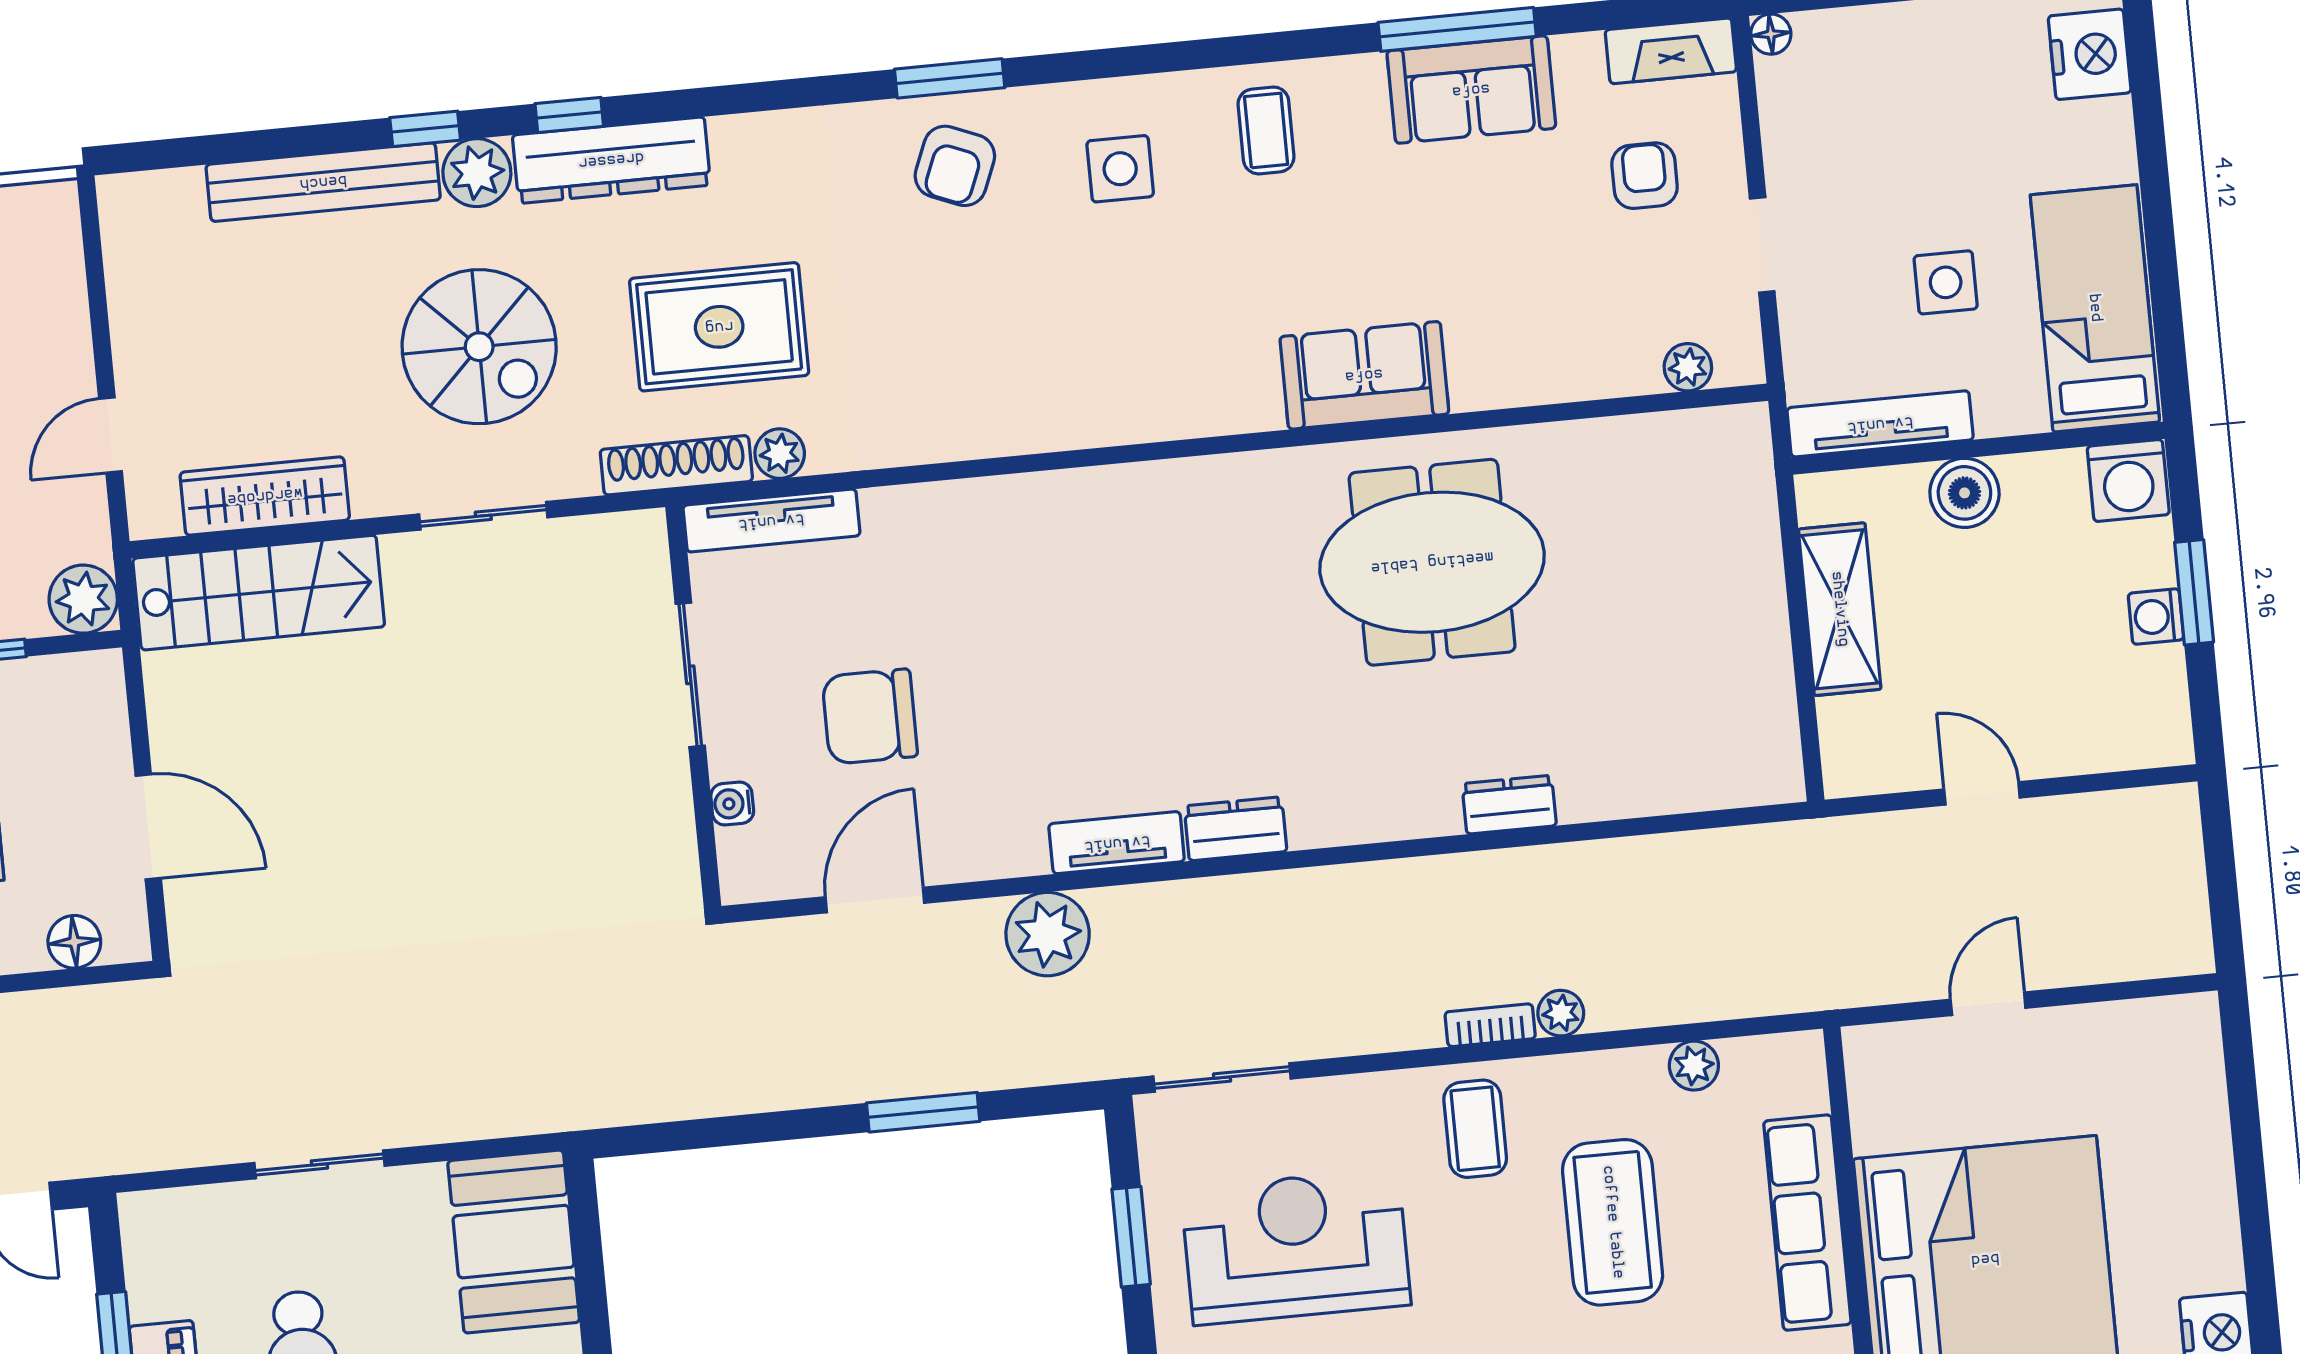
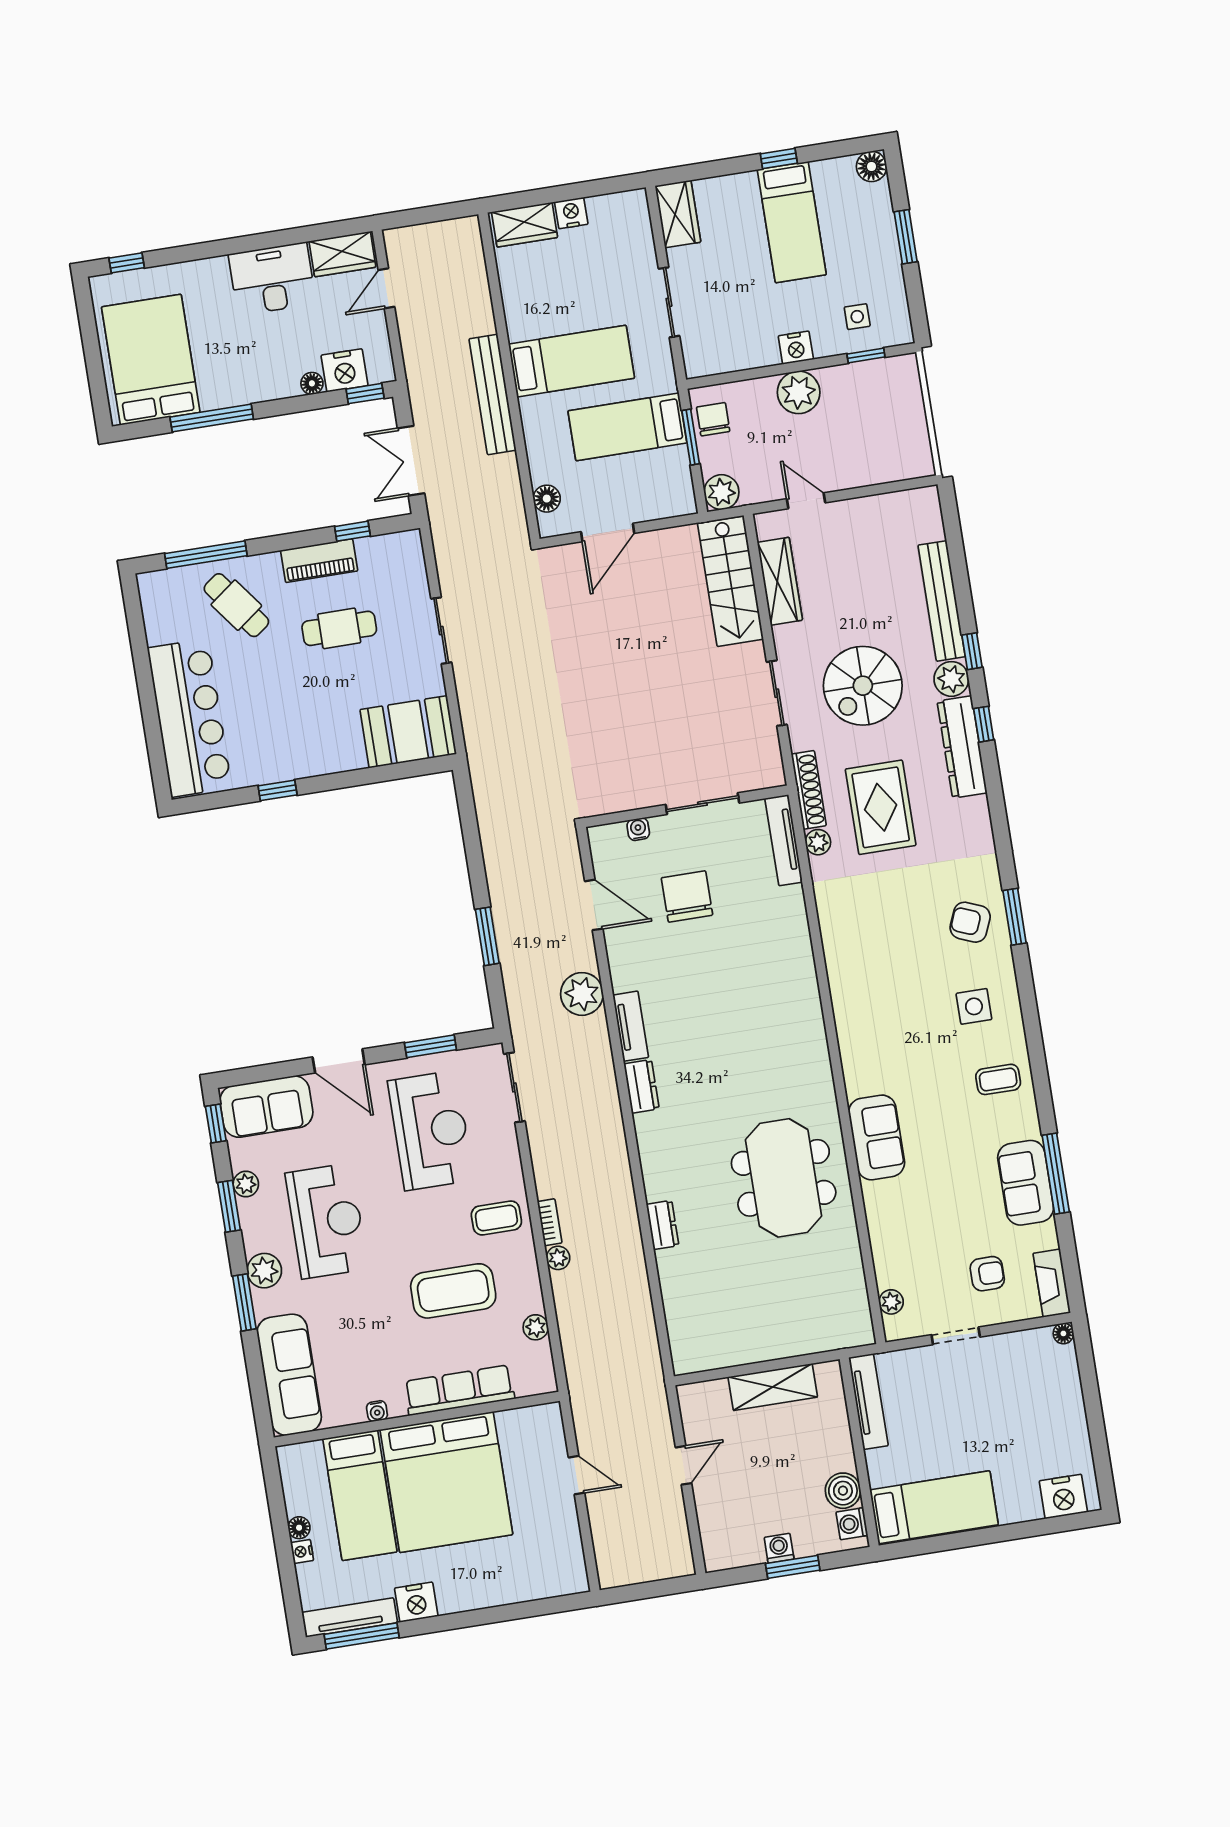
side table: (1946, 282) -> (943, 1430), removed
washing machine: (2128, 480) -> (852, 1524), width x0.73, depth x0.73
boiler: (1964, 493) -> (843, 1491), moved

